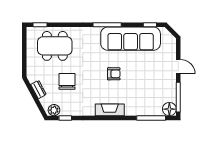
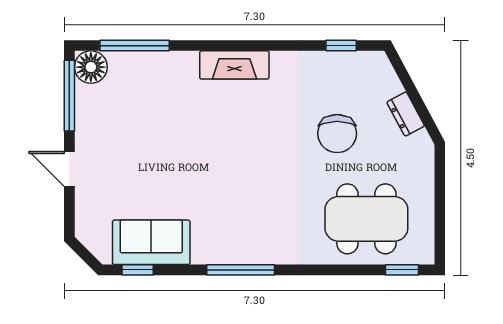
sofa: (131, 39) -> (151, 242), width x0.54, depth x0.79
armchair: (114, 74) -> (225, 152), removed
plant: (54, 110) -> (368, 64), removed

